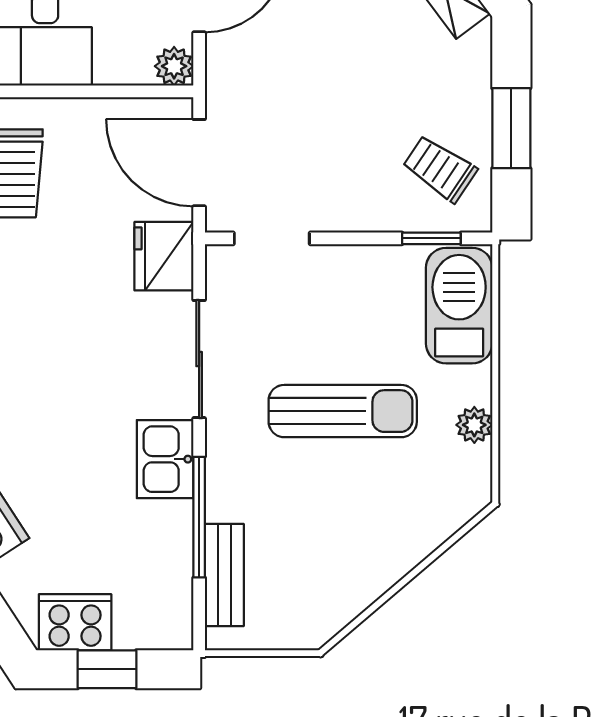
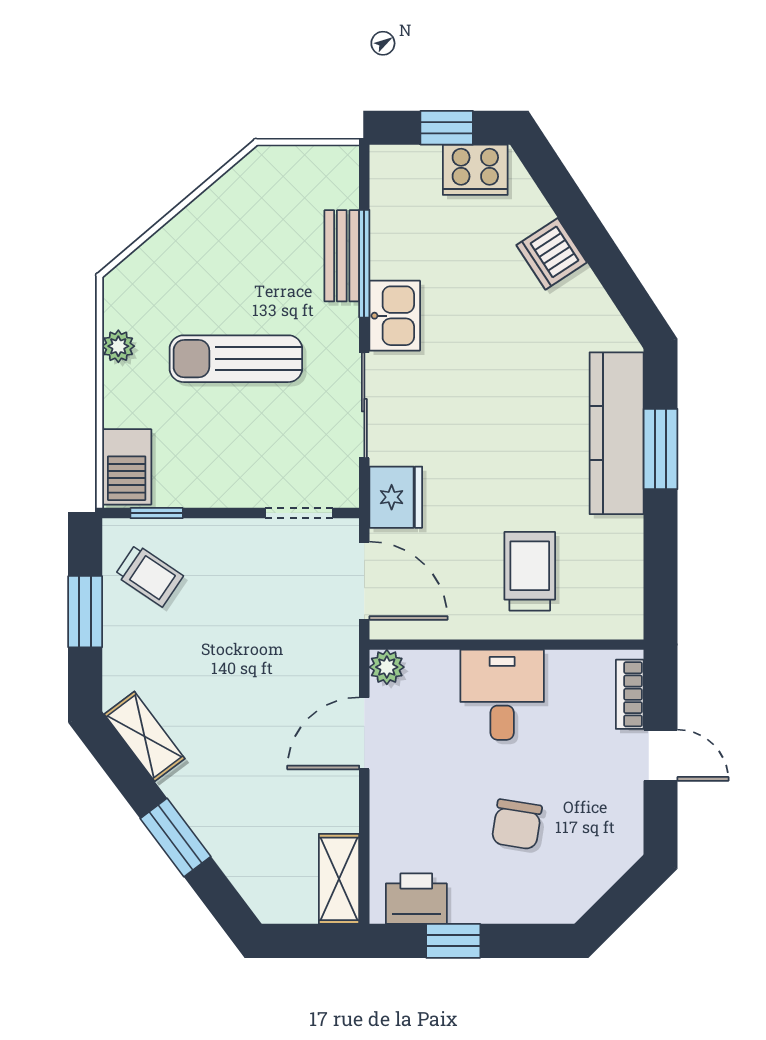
barbecue: (459, 306) -> (127, 467), width x0.73, depth x0.83
bench: (224, 575) -> (342, 256), moved

